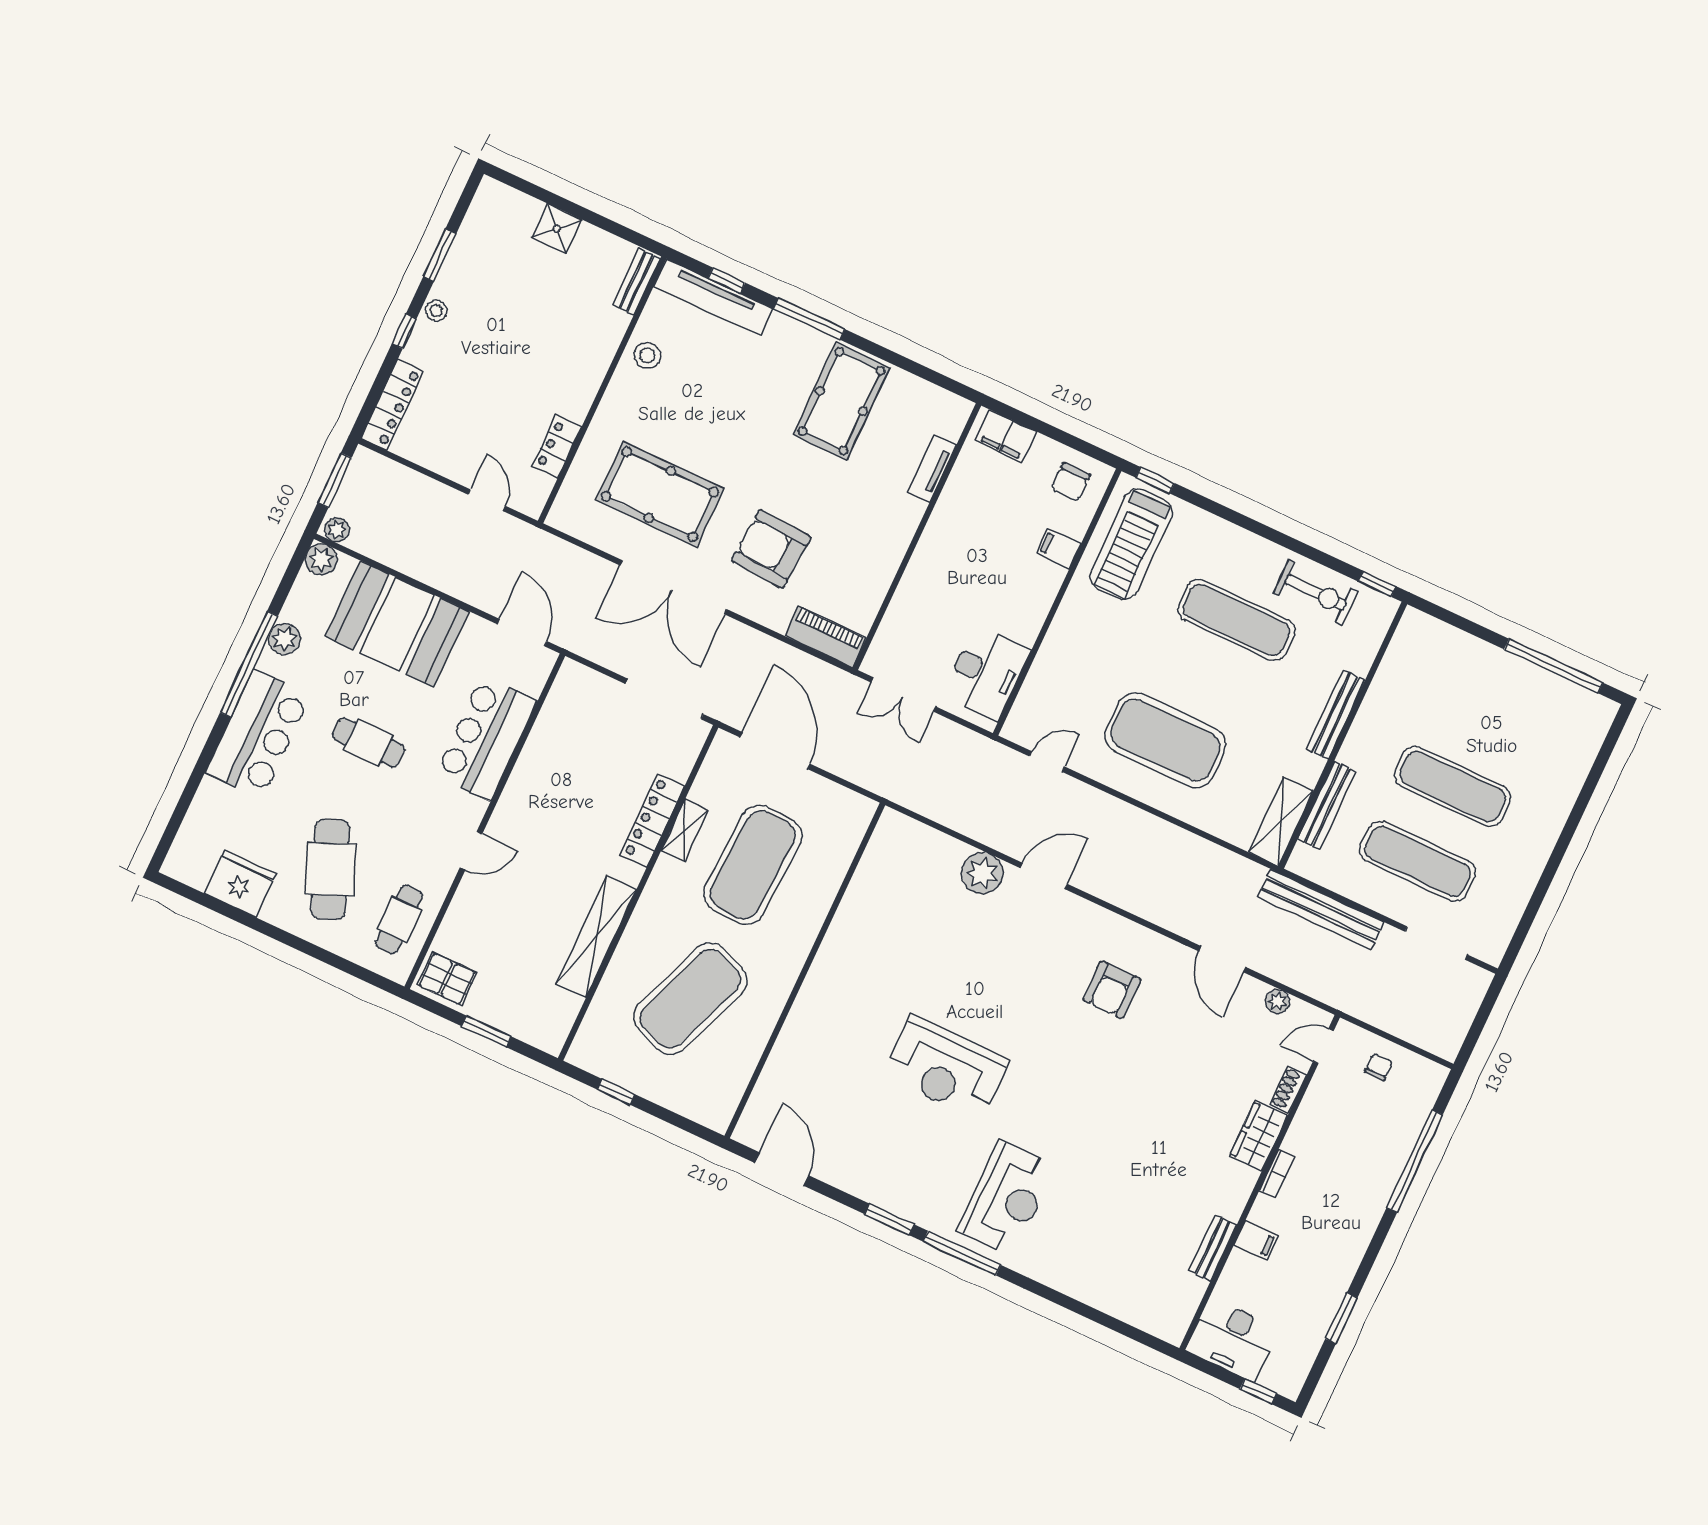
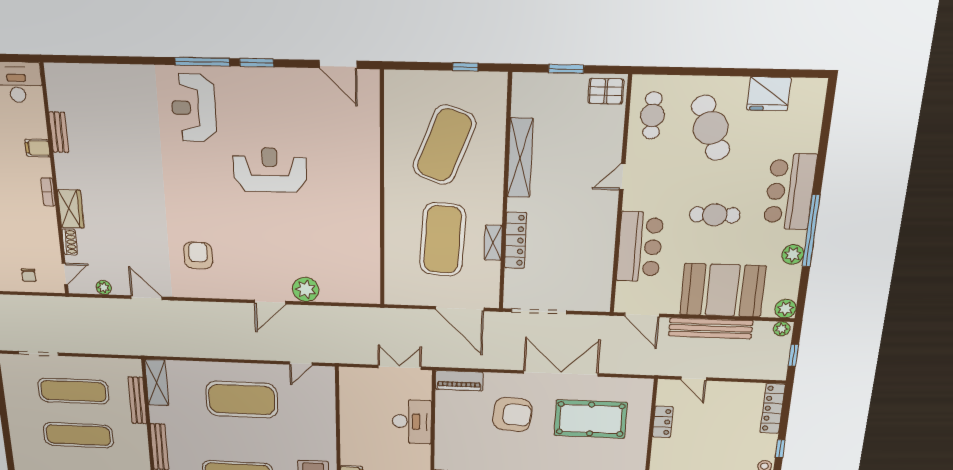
window: (335, 480) -> (793, 355), width x0.67
desk: (986, 673) -> (412, 422), moved, turned 180
bench: (1321, 909) -> (711, 328), moved

